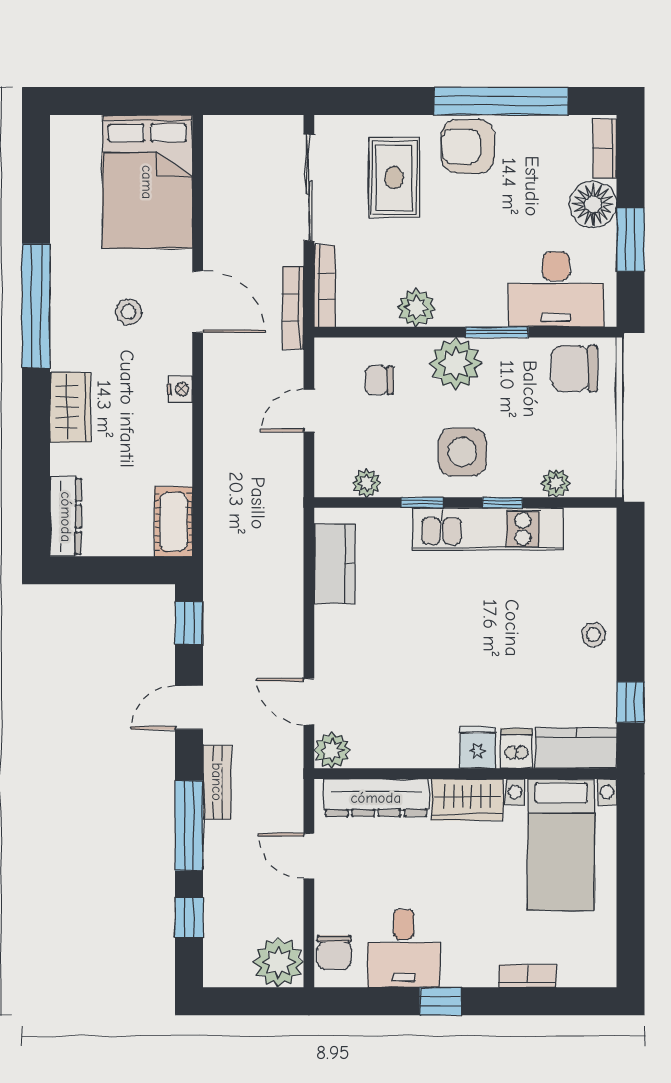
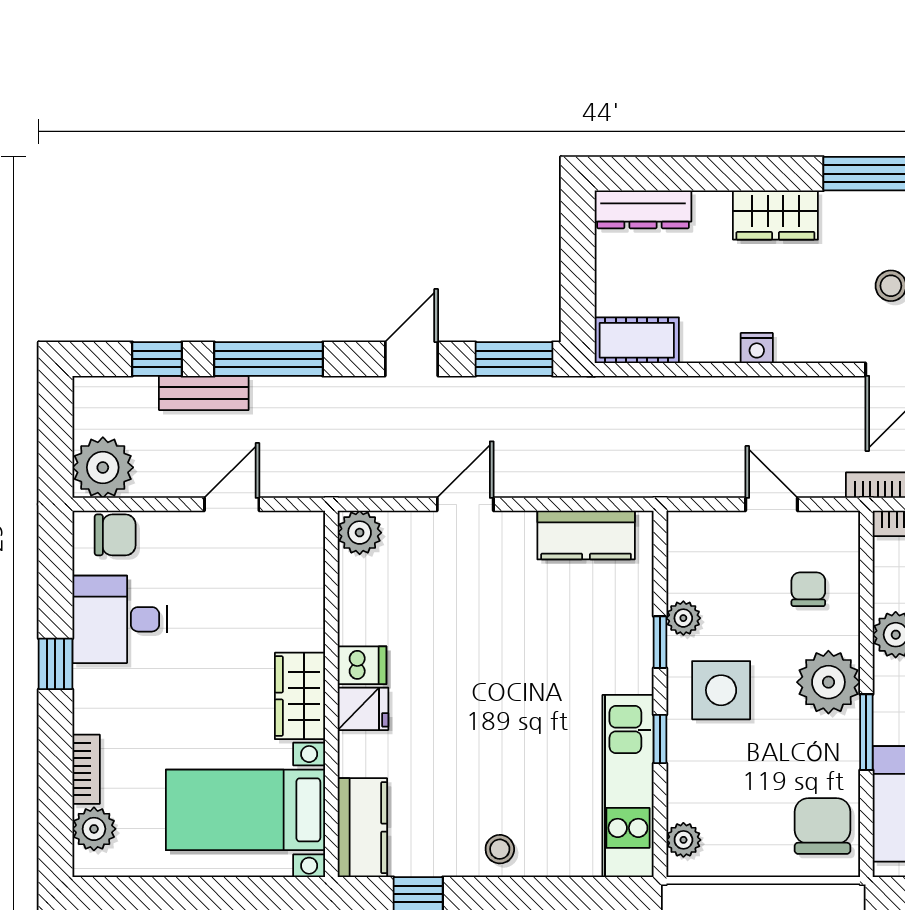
nightstand: (180, 389) -> (757, 348), moved
plant: (367, 483) -> (683, 618), moved
plant: (556, 483) -> (683, 840), moved
kitchen unit: (488, 529) -> (628, 786), moved
window: (189, 623) -> (514, 359), width x1.50
door: (309, 702) -> (465, 504), moved
door: (189, 708) -> (411, 359), hinge flipped
dishwasher: (516, 748) -> (362, 665), moved
bench: (217, 782) -> (204, 393), moved
dresser: (376, 798) -> (302, 586), removed
chair: (334, 952) -> (115, 535), turned 180
plant: (577, 970) -> (94, 829), added

